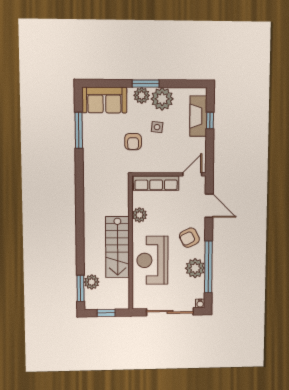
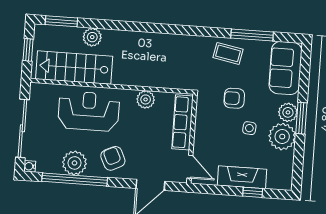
fireplace: (198, 116) -> (242, 177), moved
coffee table: (96, 150) -> (228, 53), added
stairs: (118, 247) -> (74, 68), moved
plant: (92, 282) -> (92, 37), moved

